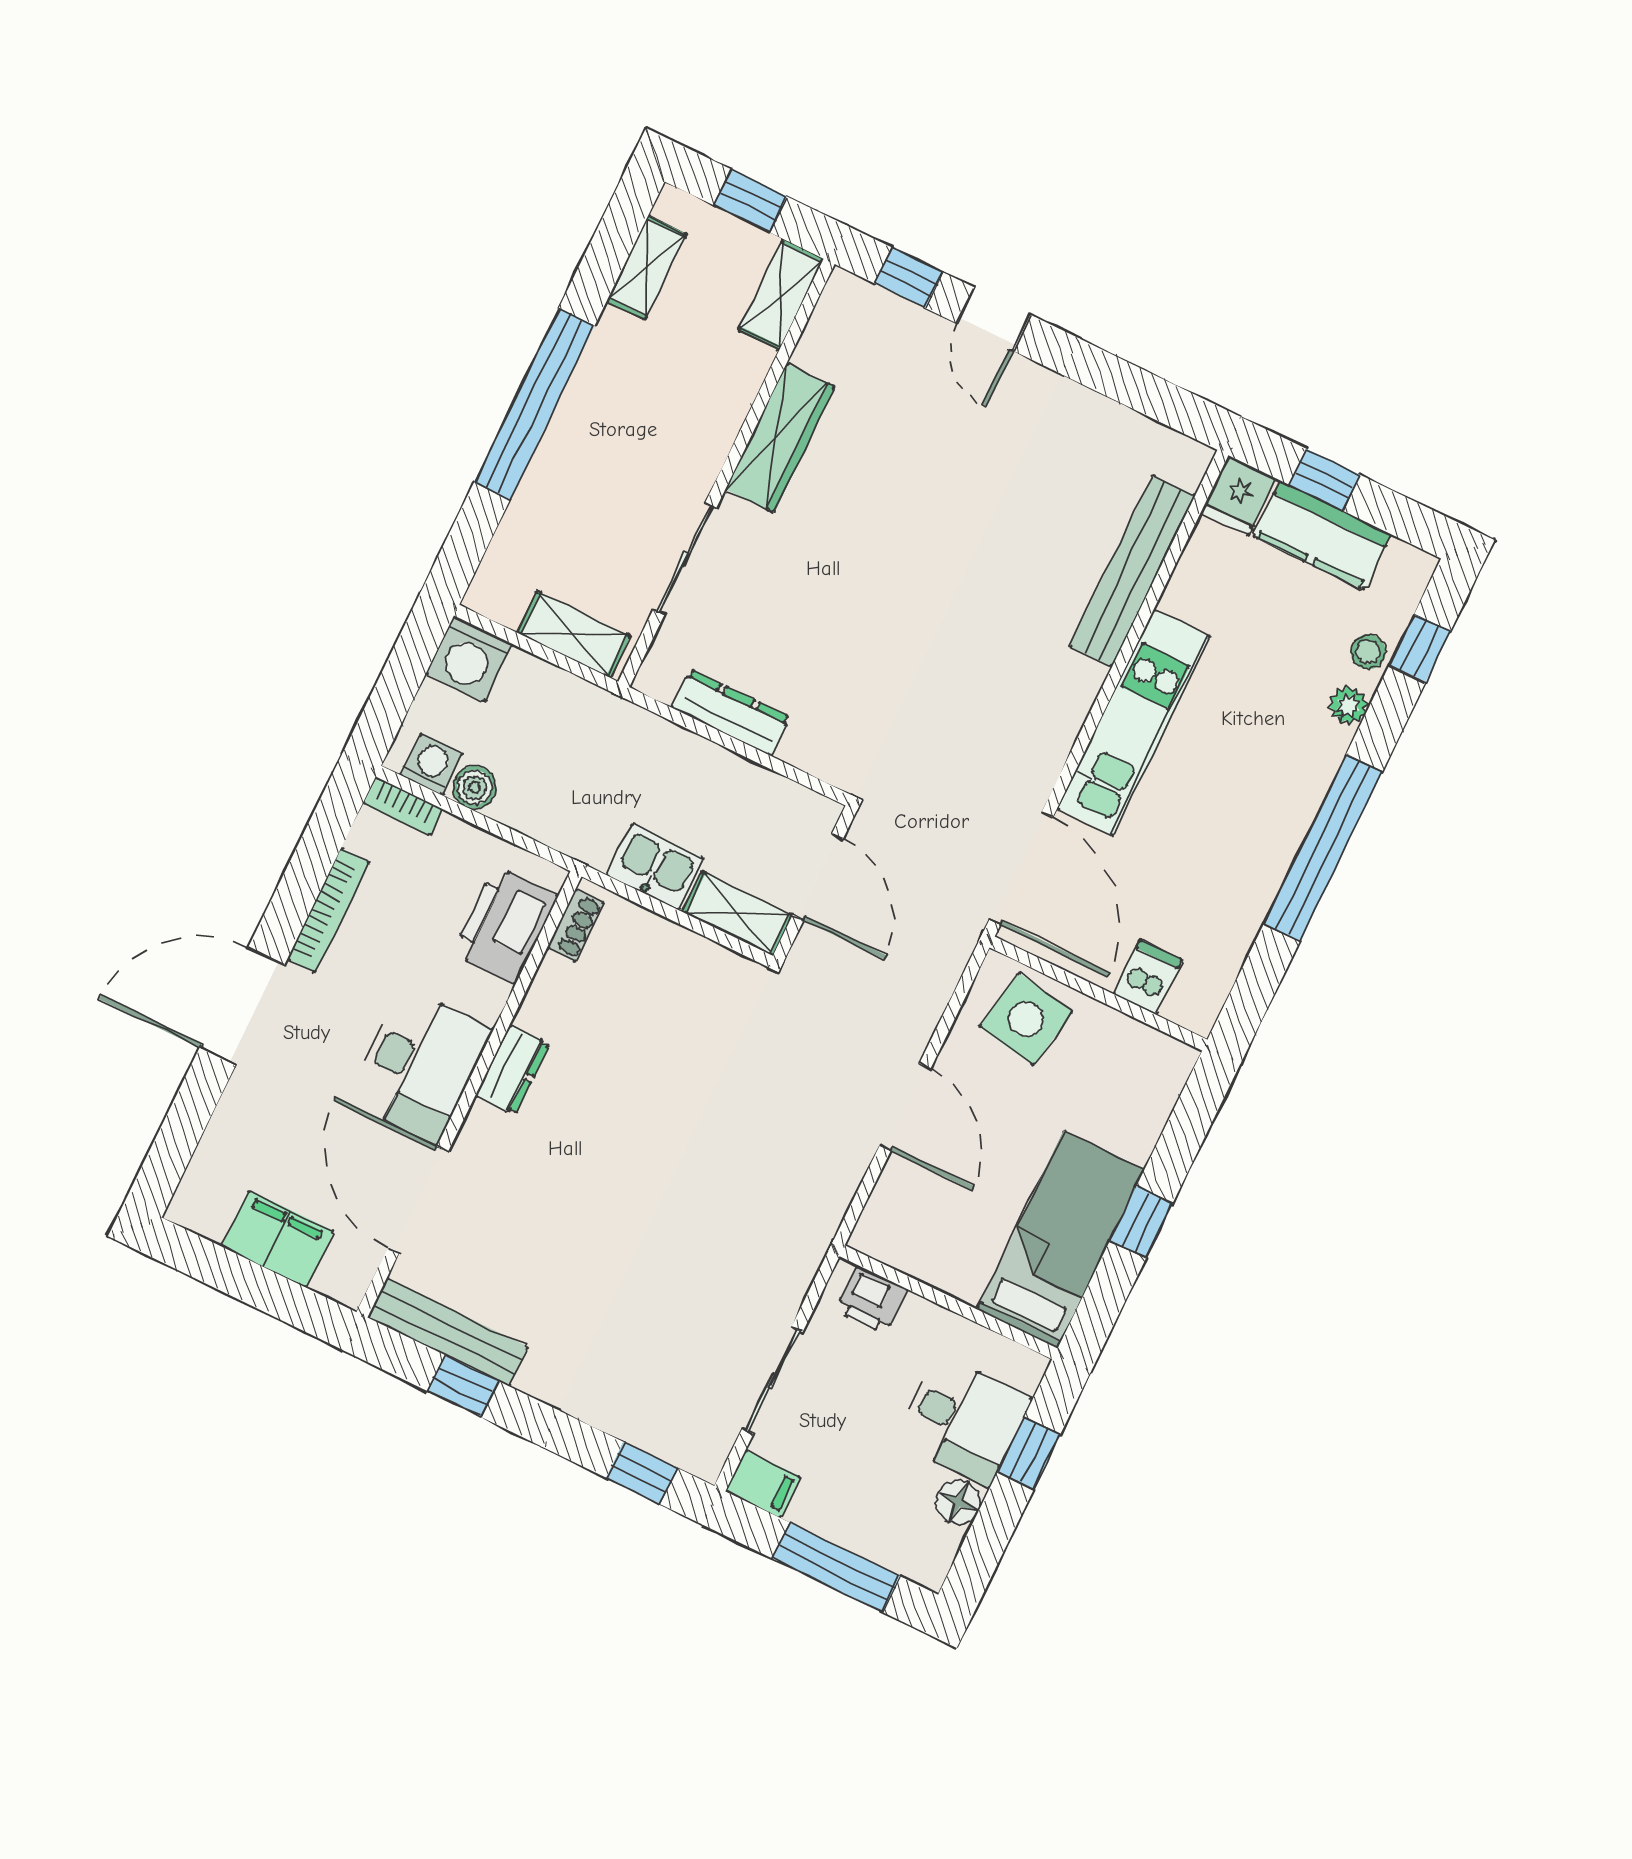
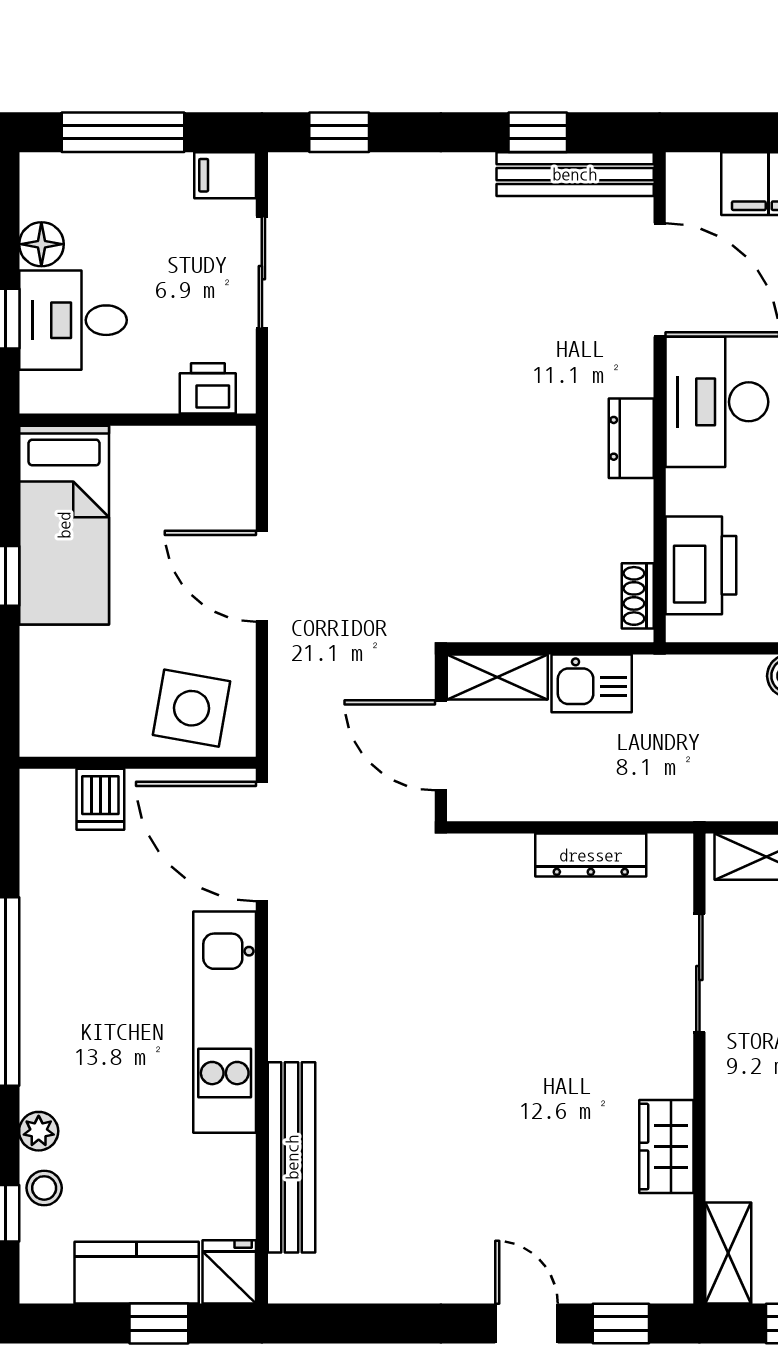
wardrobe: (780, 438) -> (666, 1147), width x0.67

